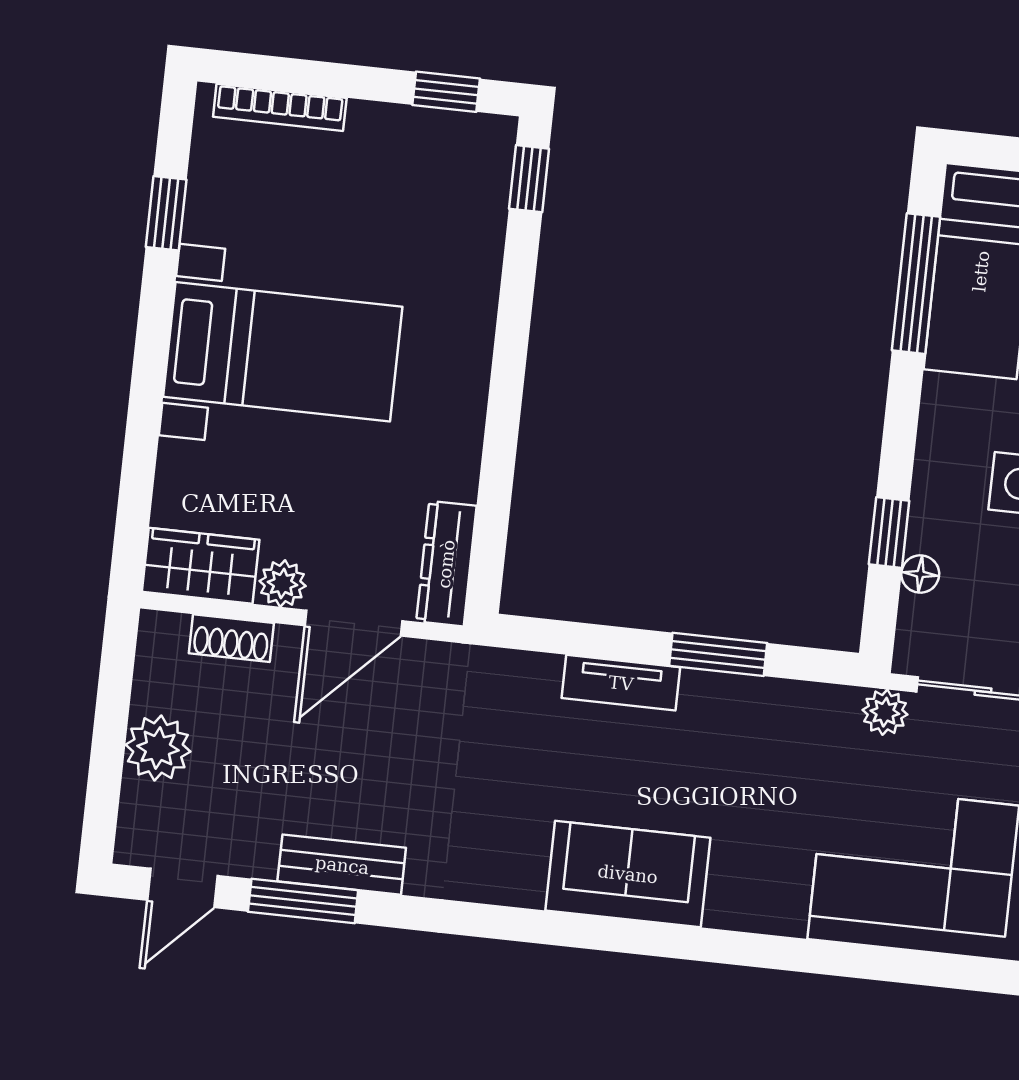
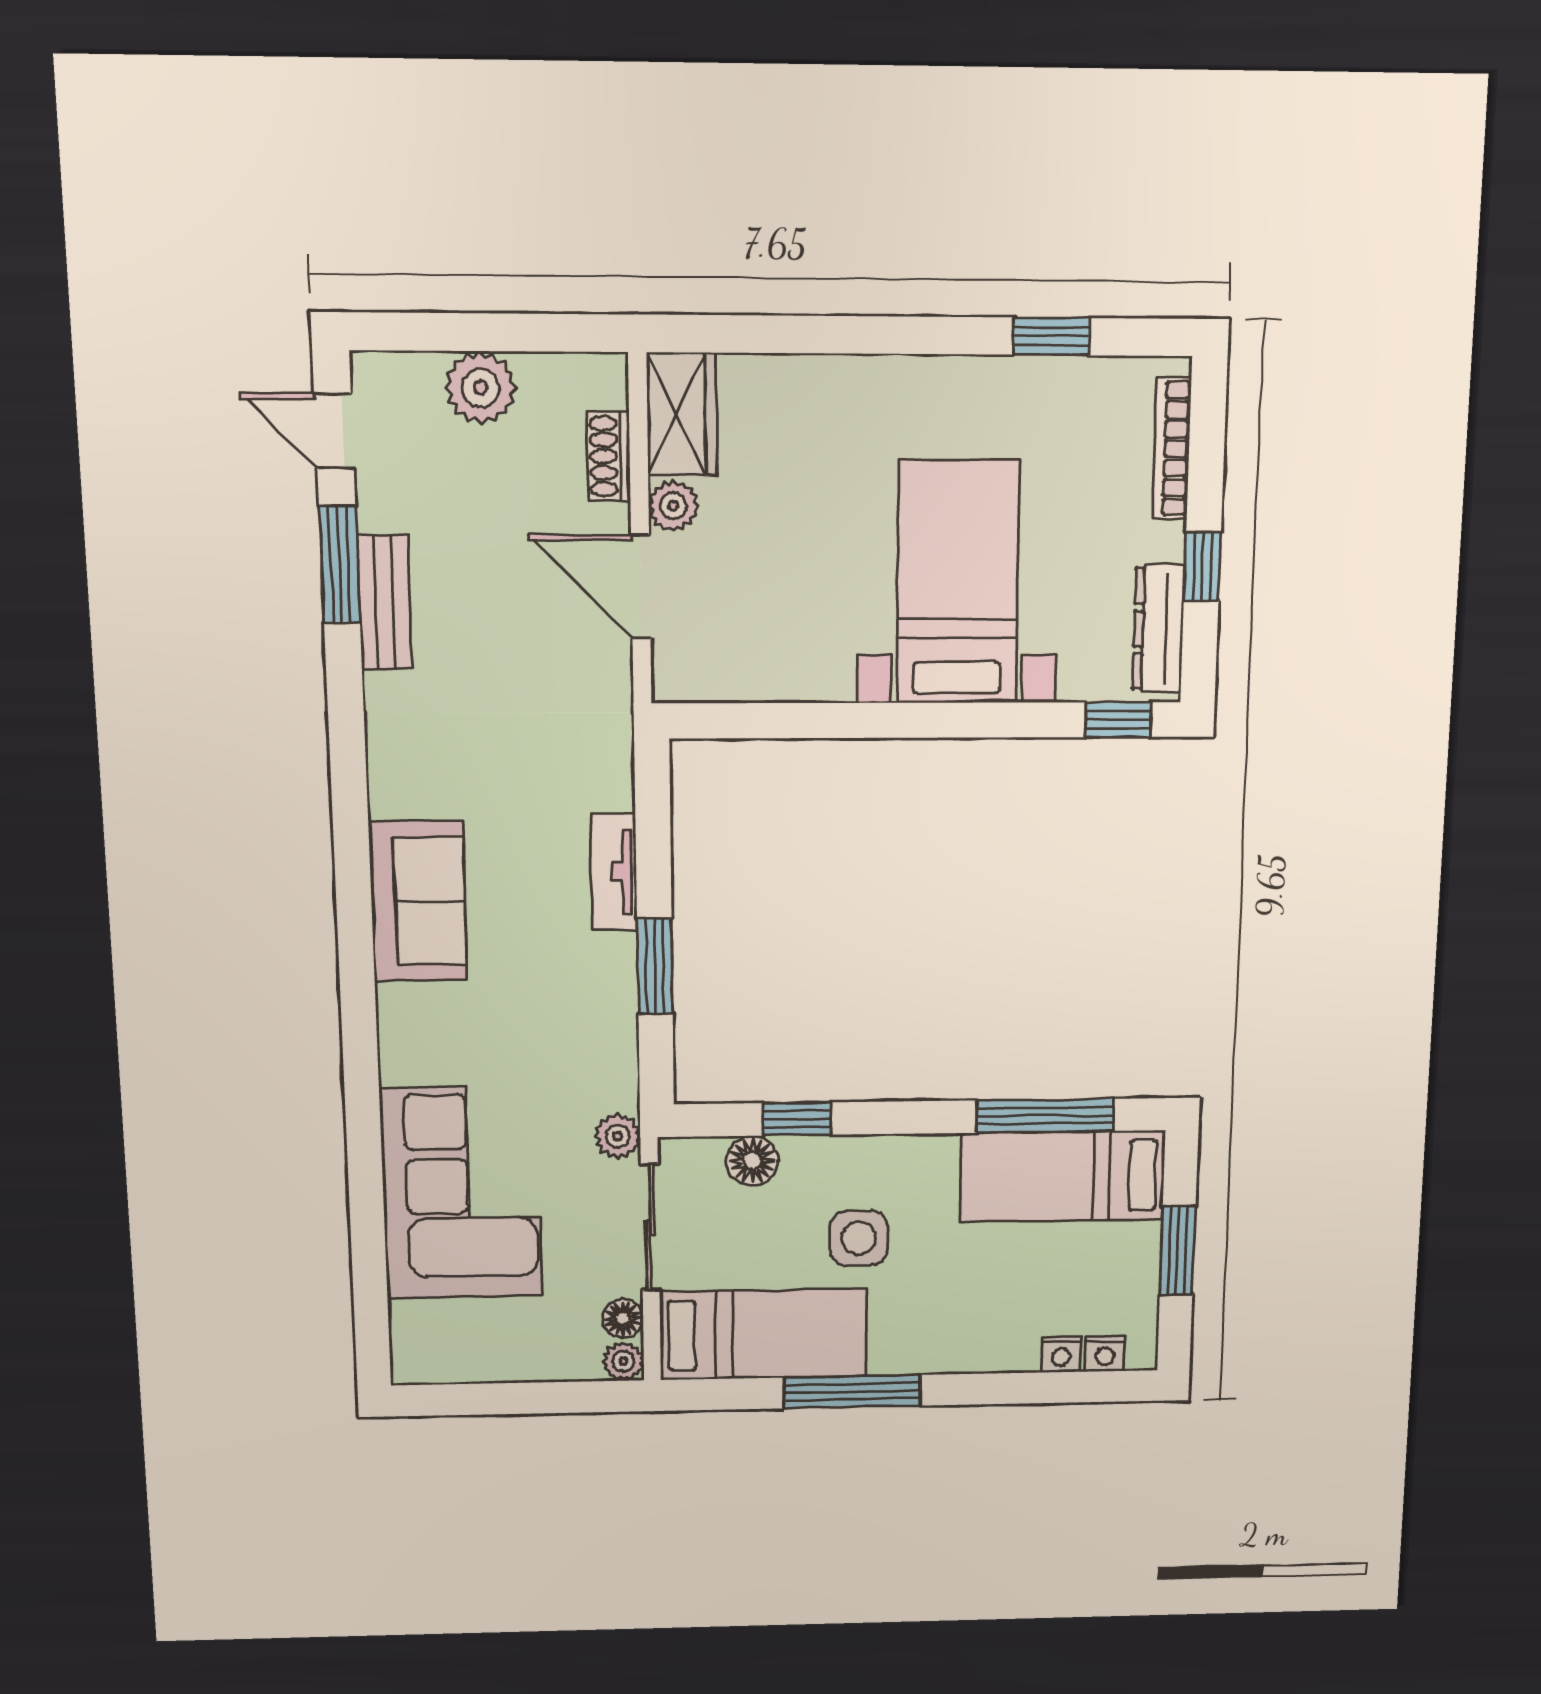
window: (446, 92) -> (1202, 566), moved
bed with nightstands: (283, 352) -> (958, 582), moved, turned 180
dresser: (446, 564) -> (1159, 629), moved, turned -90
floor lamp: (920, 574) -> (752, 1161), width x1.37, depth x1.37

